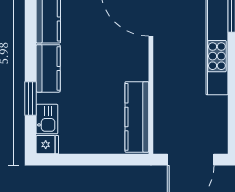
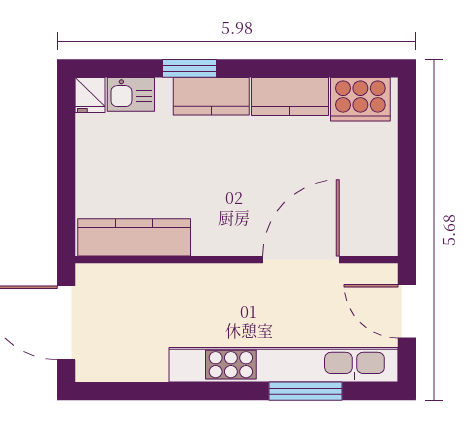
window: (31, 99) -> (189, 68), moved

